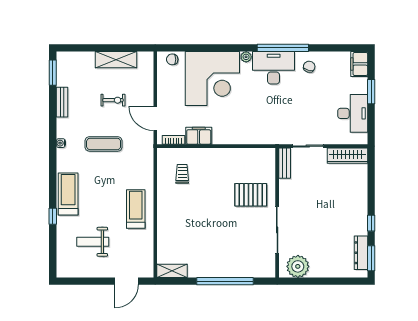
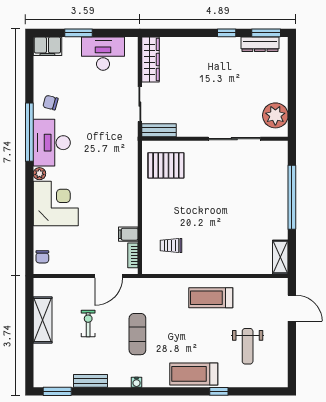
corner desk: (212, 78) -> (56, 204), width x0.74, depth x0.74
filing cabinet: (199, 136) -> (128, 234), width x0.50
pallet: (251, 195) -> (166, 165), moved, turned 90

